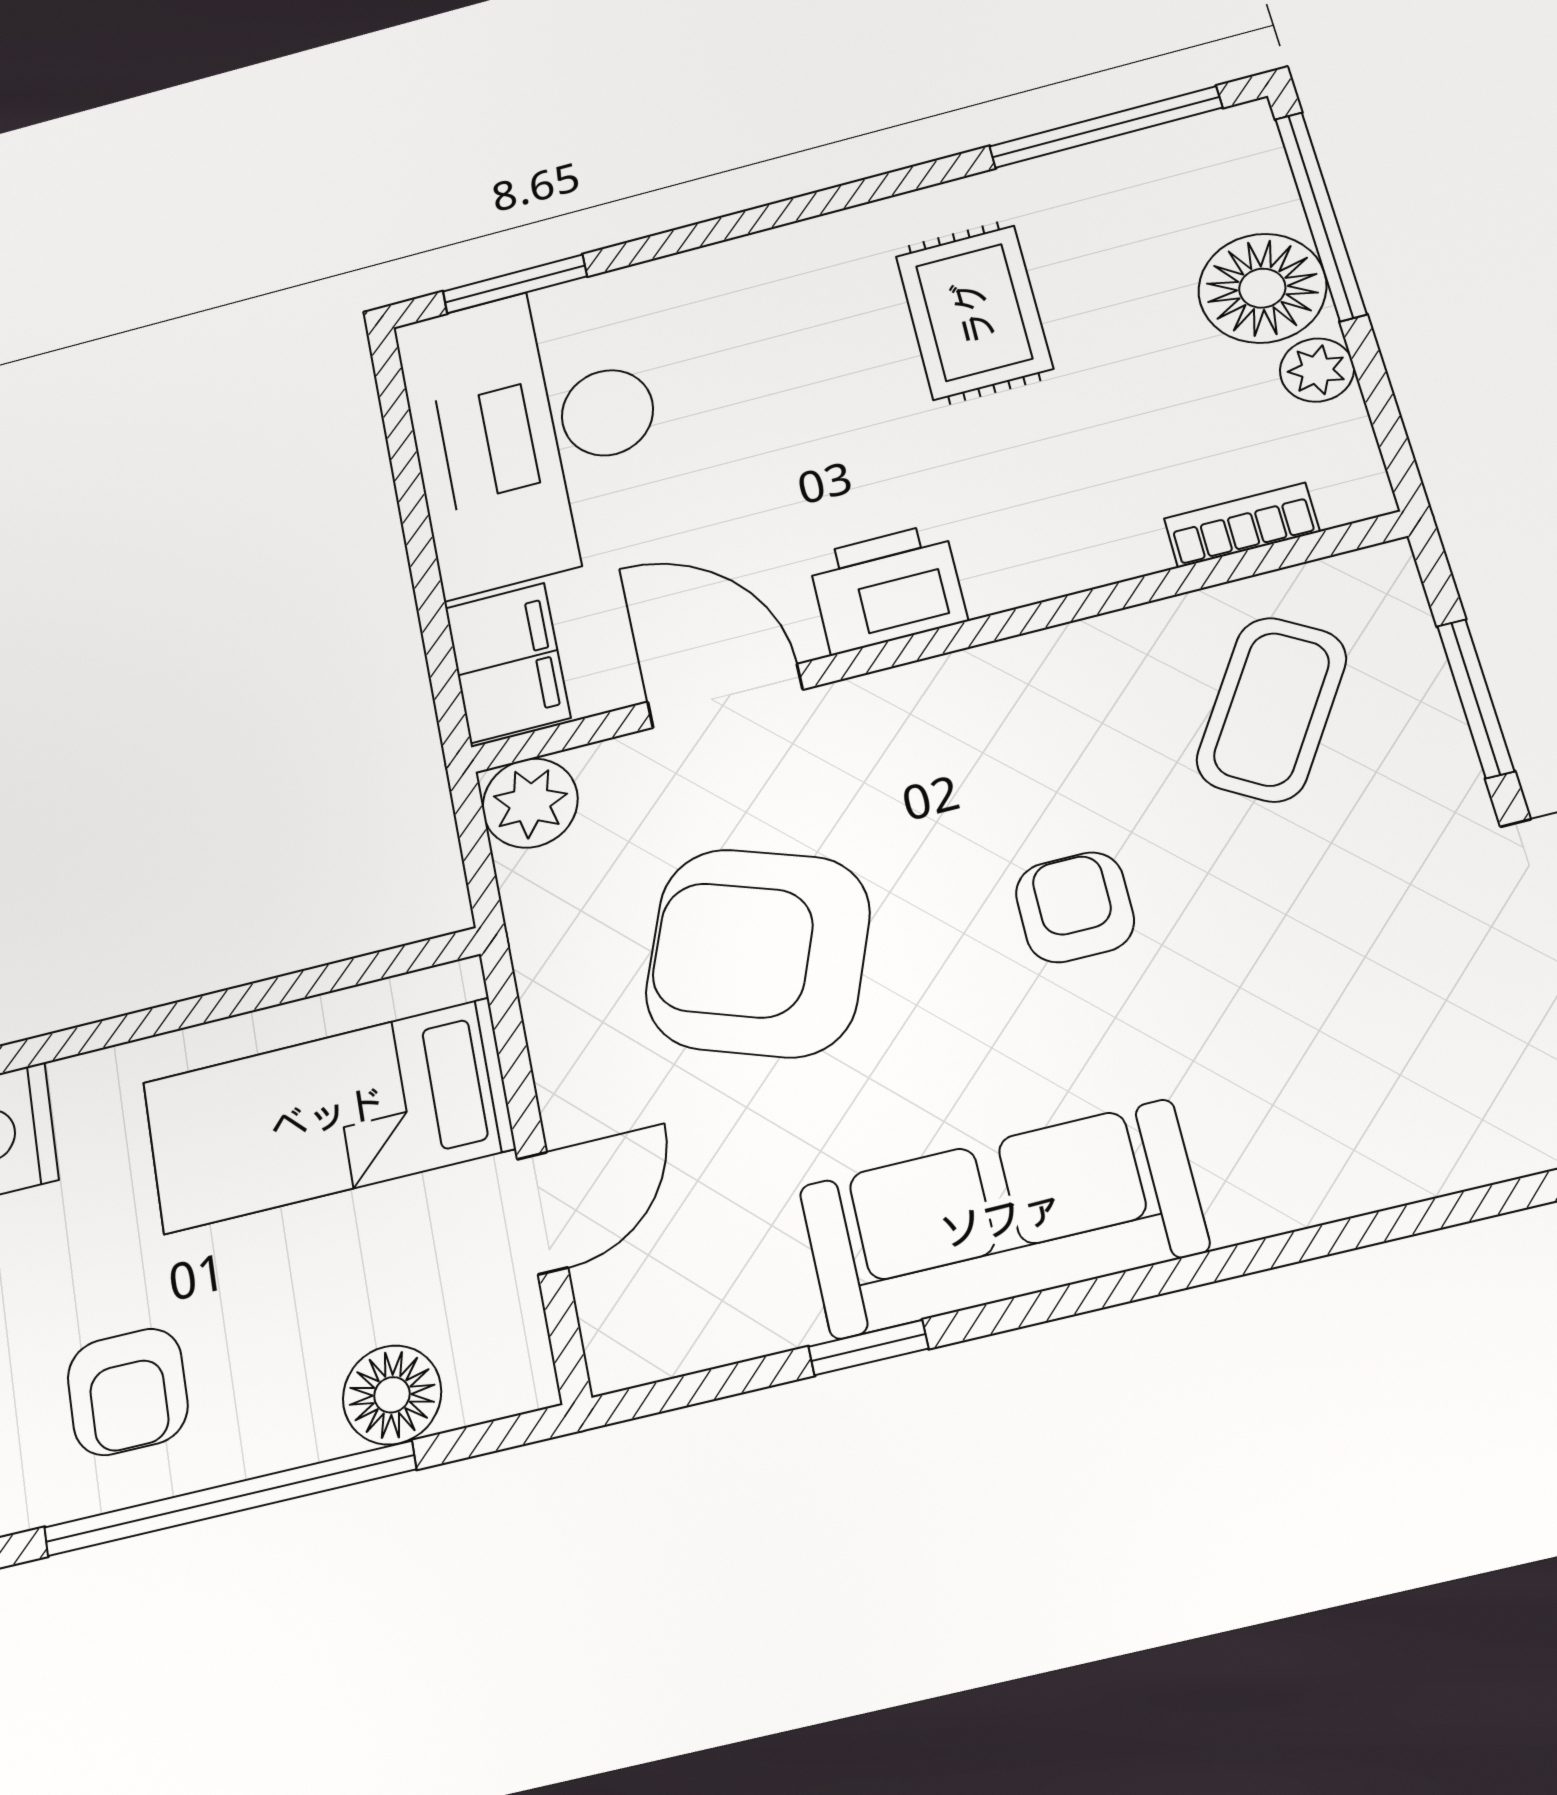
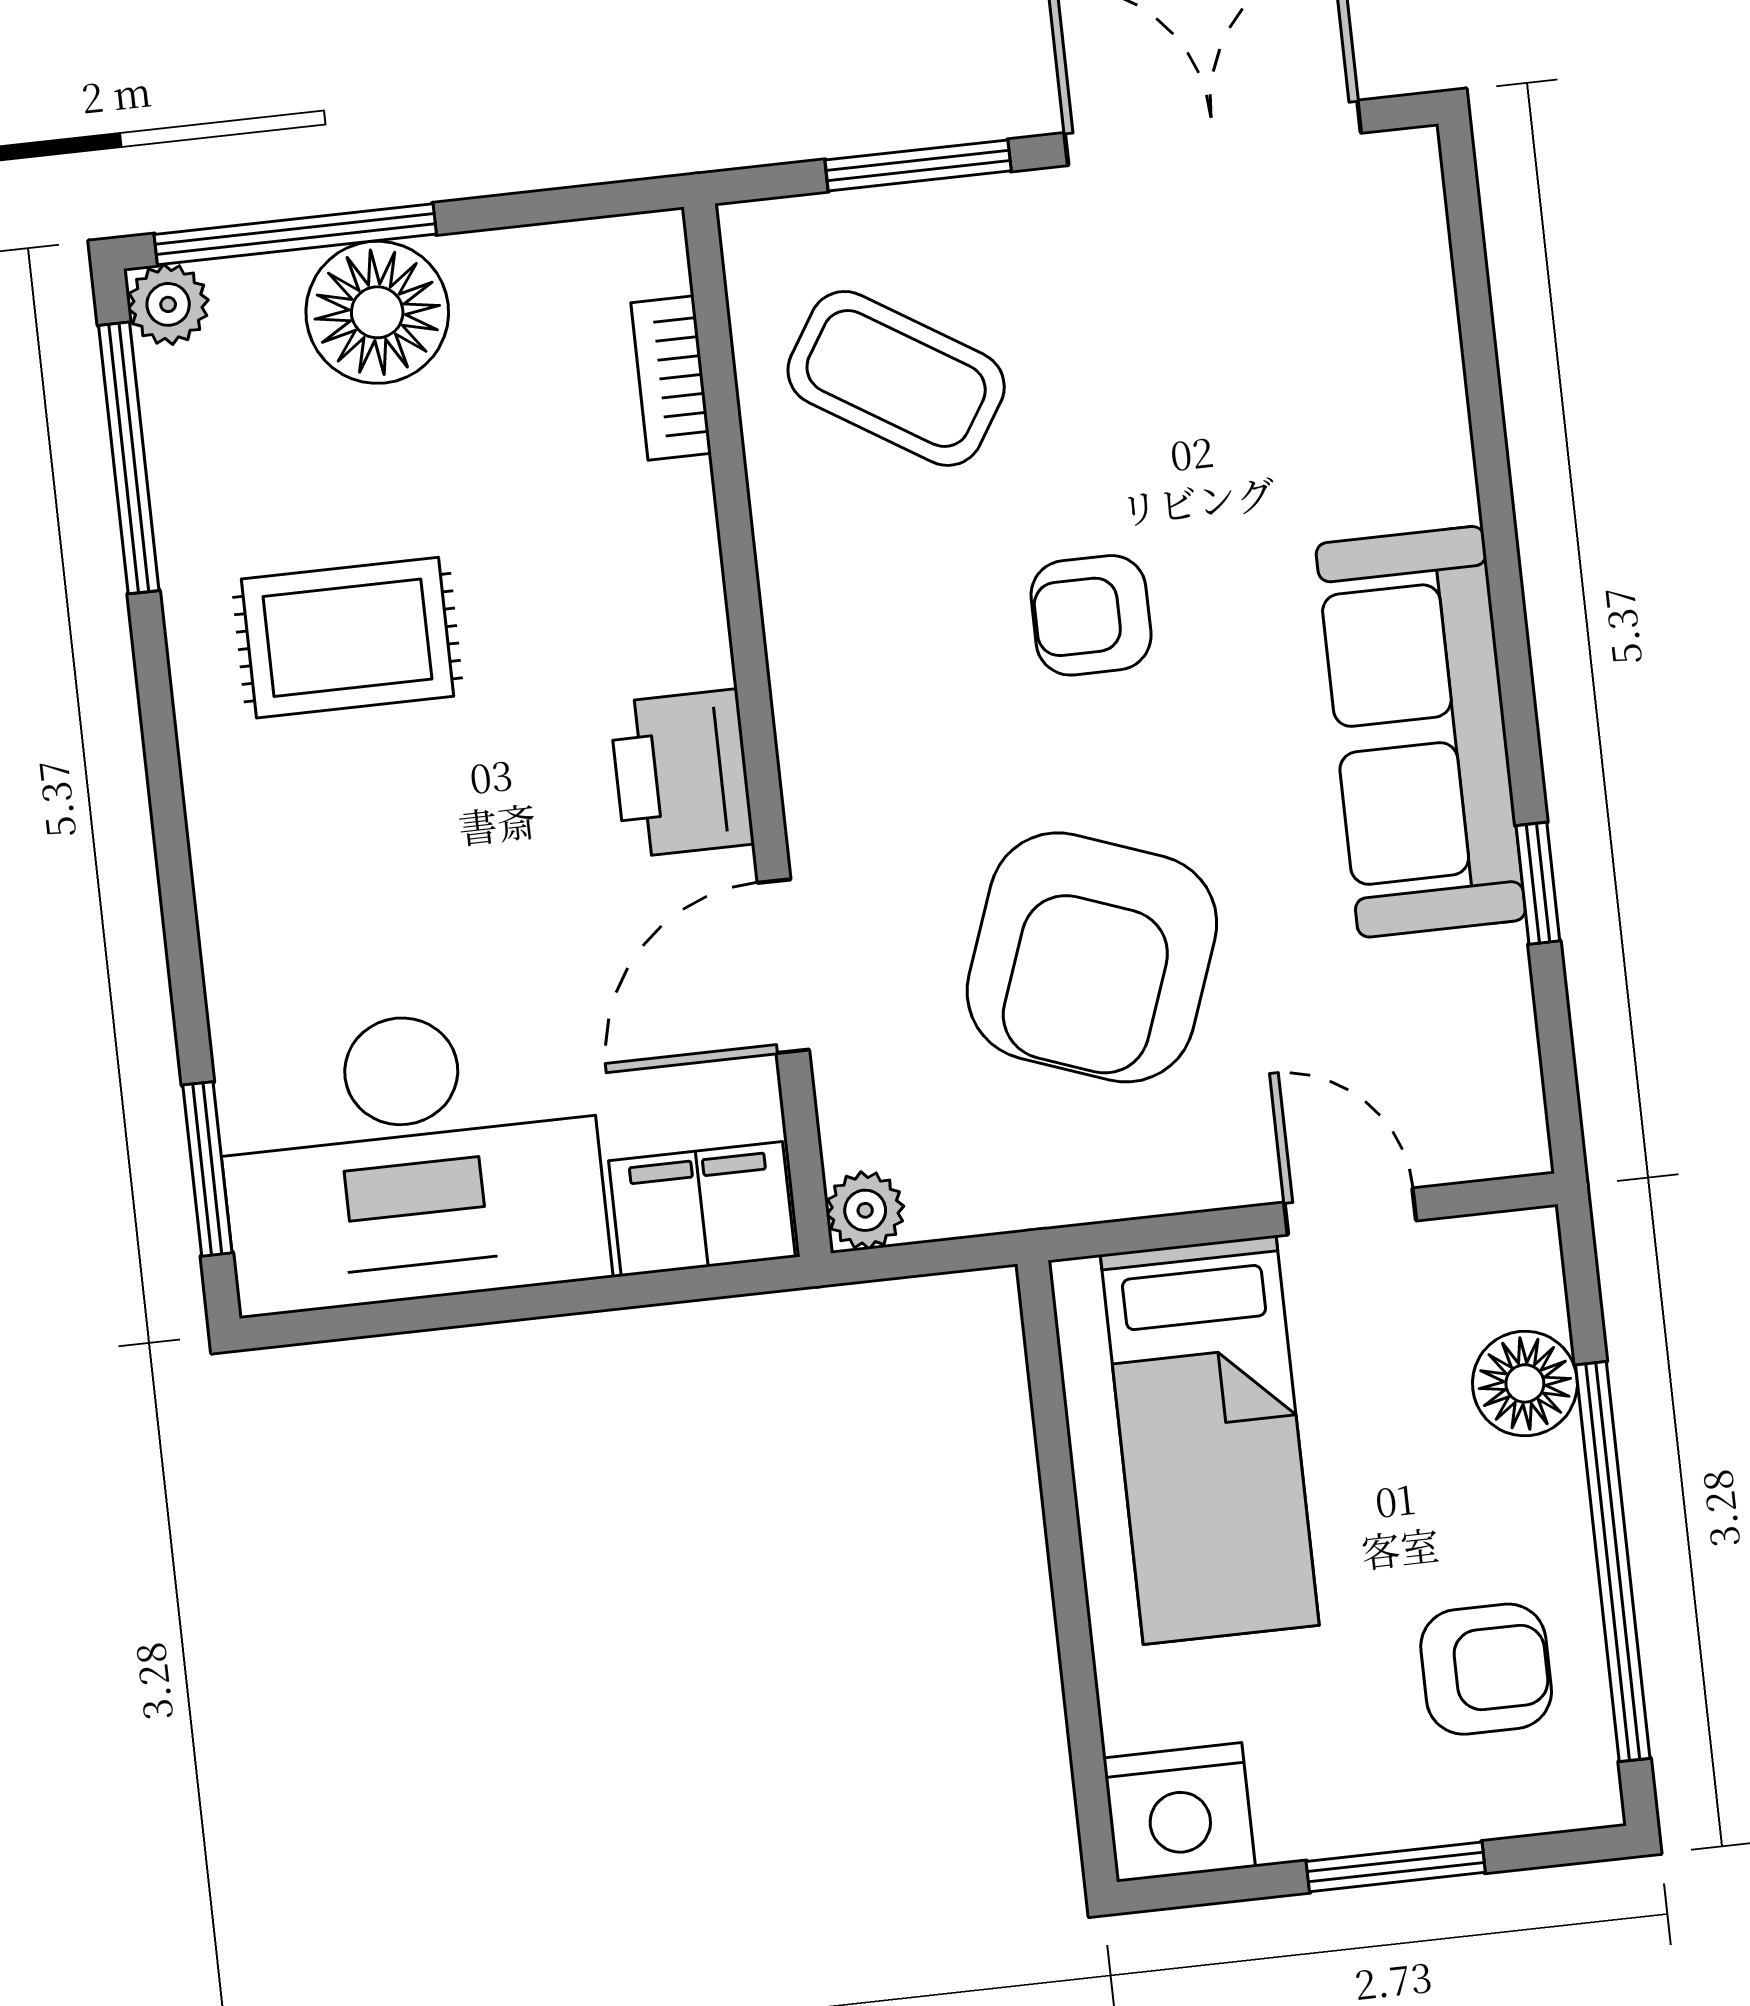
plant: (1317, 370) -> (168, 304), moved
plant: (530, 803) -> (865, 1210), width x0.73, depth x0.73

